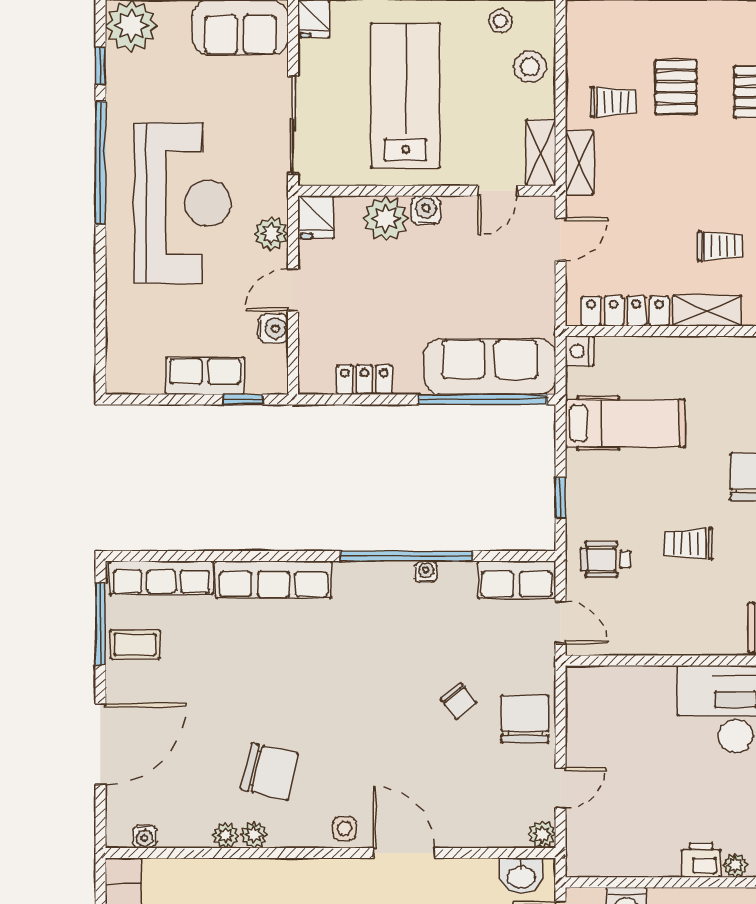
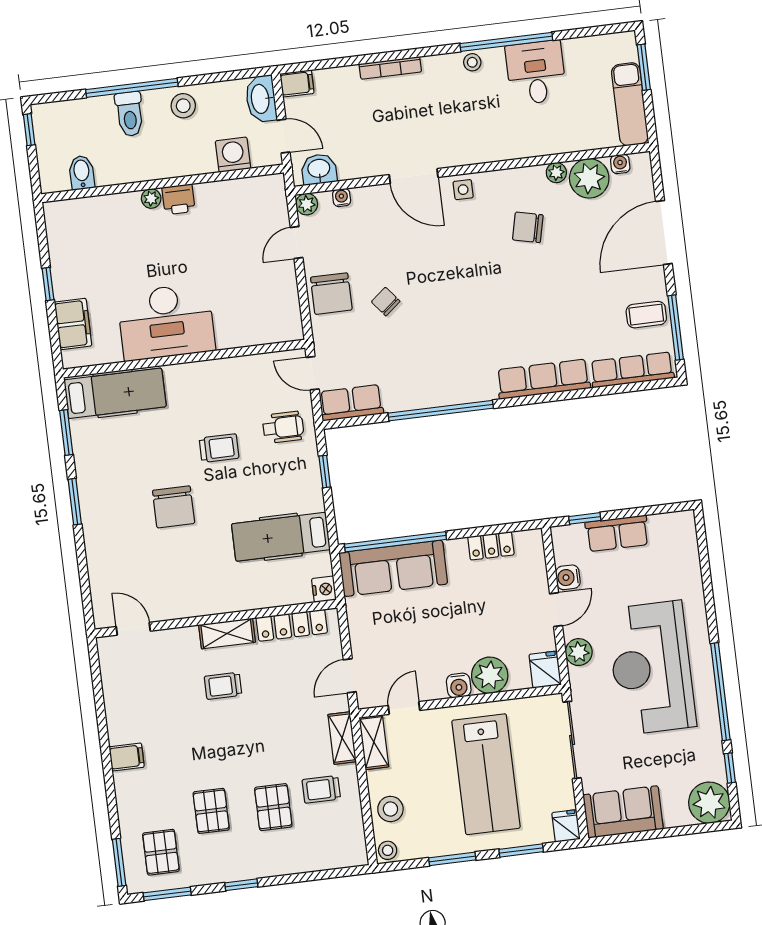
stool: (500, 21) -> (388, 850), moved
water cooler: (426, 572) -> (342, 198), moved, turned 180
chair: (270, 772) -> (528, 227), width x0.73, depth x0.73
plant: (254, 835) -> (589, 178), moved, width x1.87, depth x1.87

